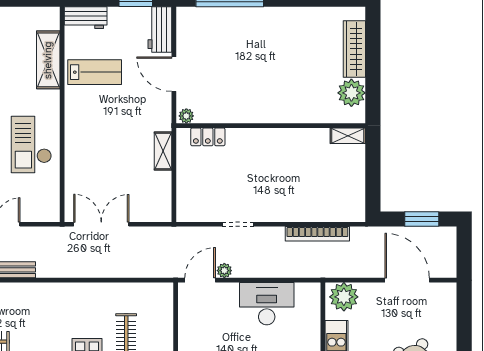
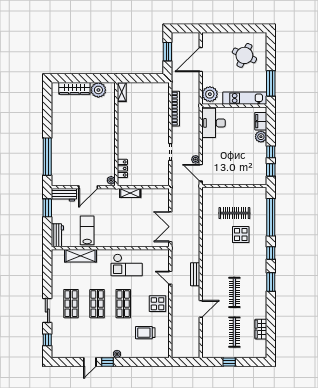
desk: (267, 304) -> (214, 123), moved

